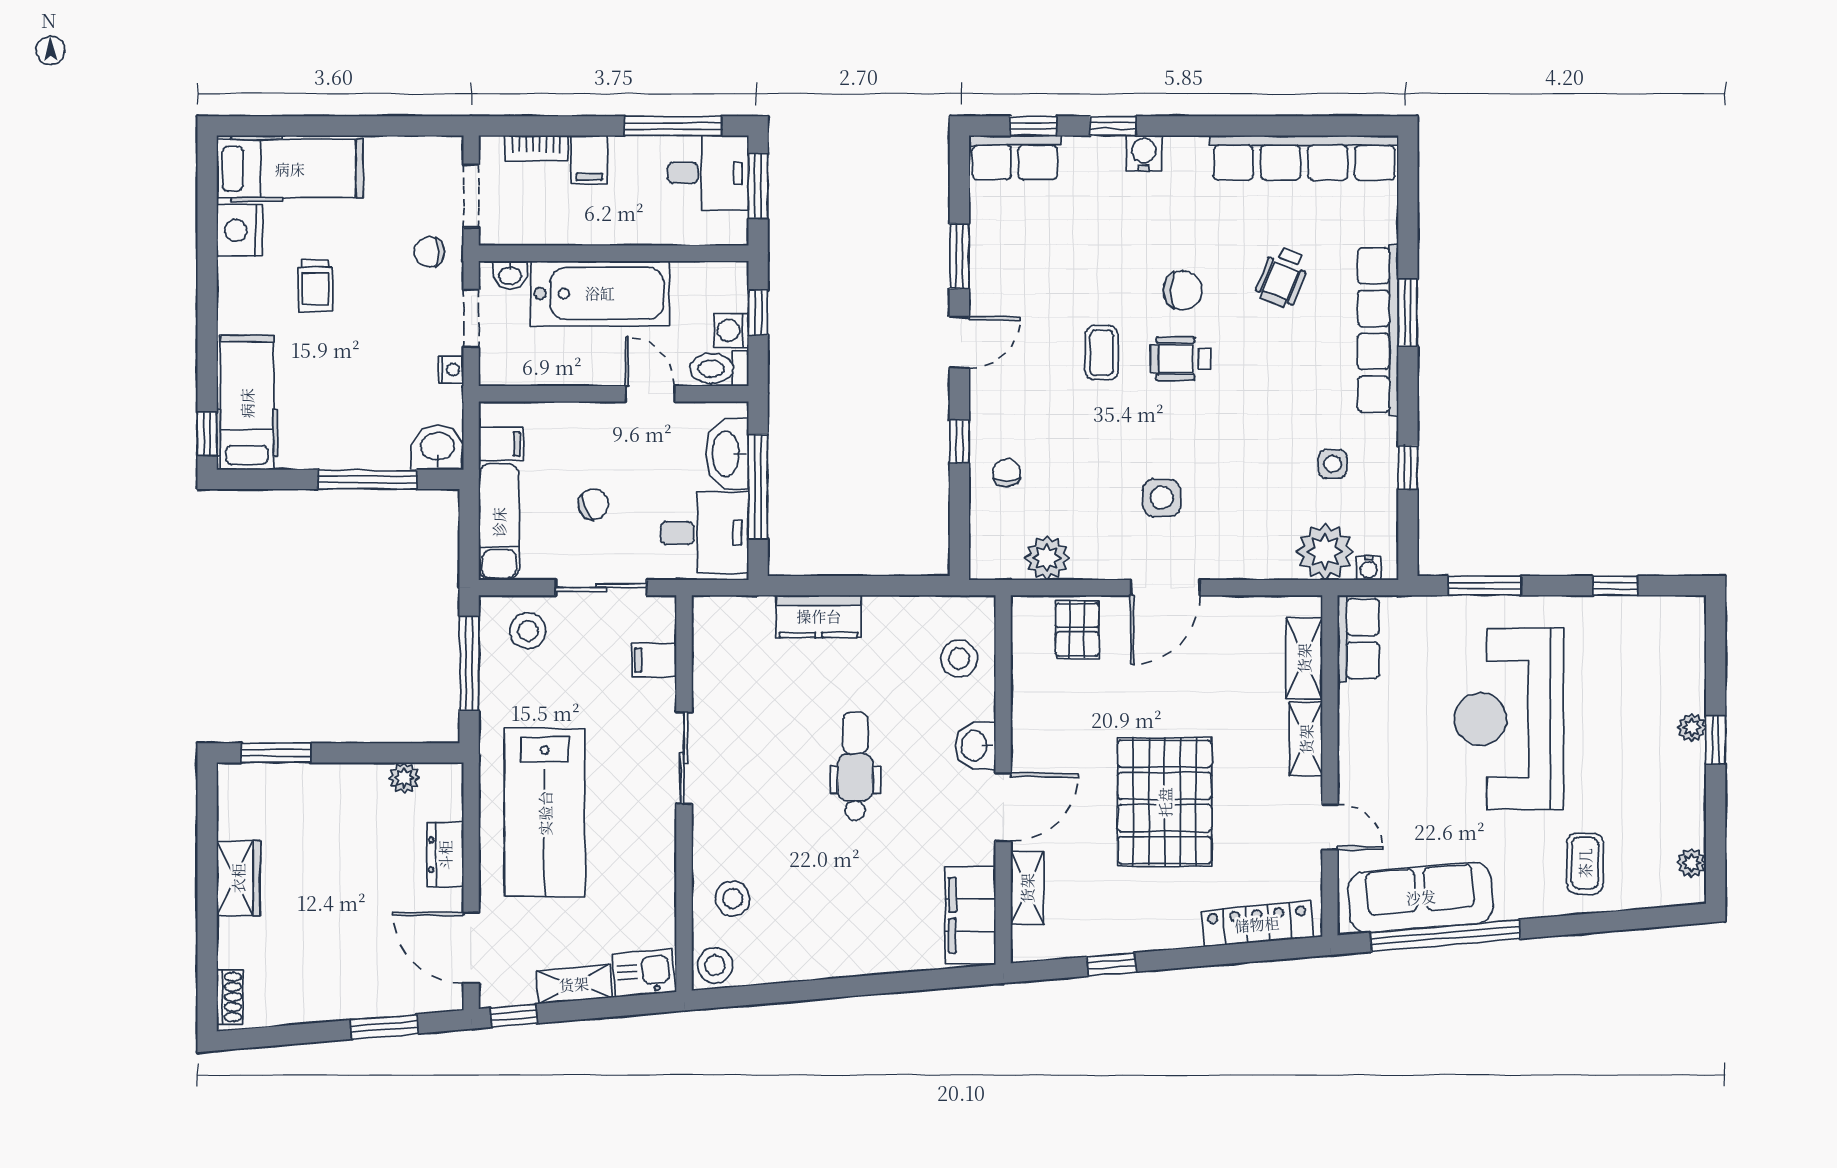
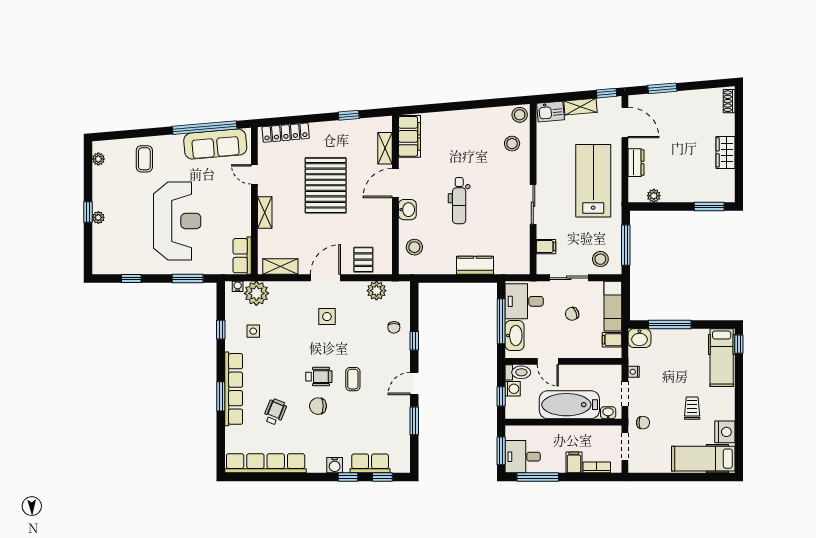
row of seats: (1015, 157) -> (370, 463), moved
shelving: (1304, 658) -> (280, 267), moved, turned 90

